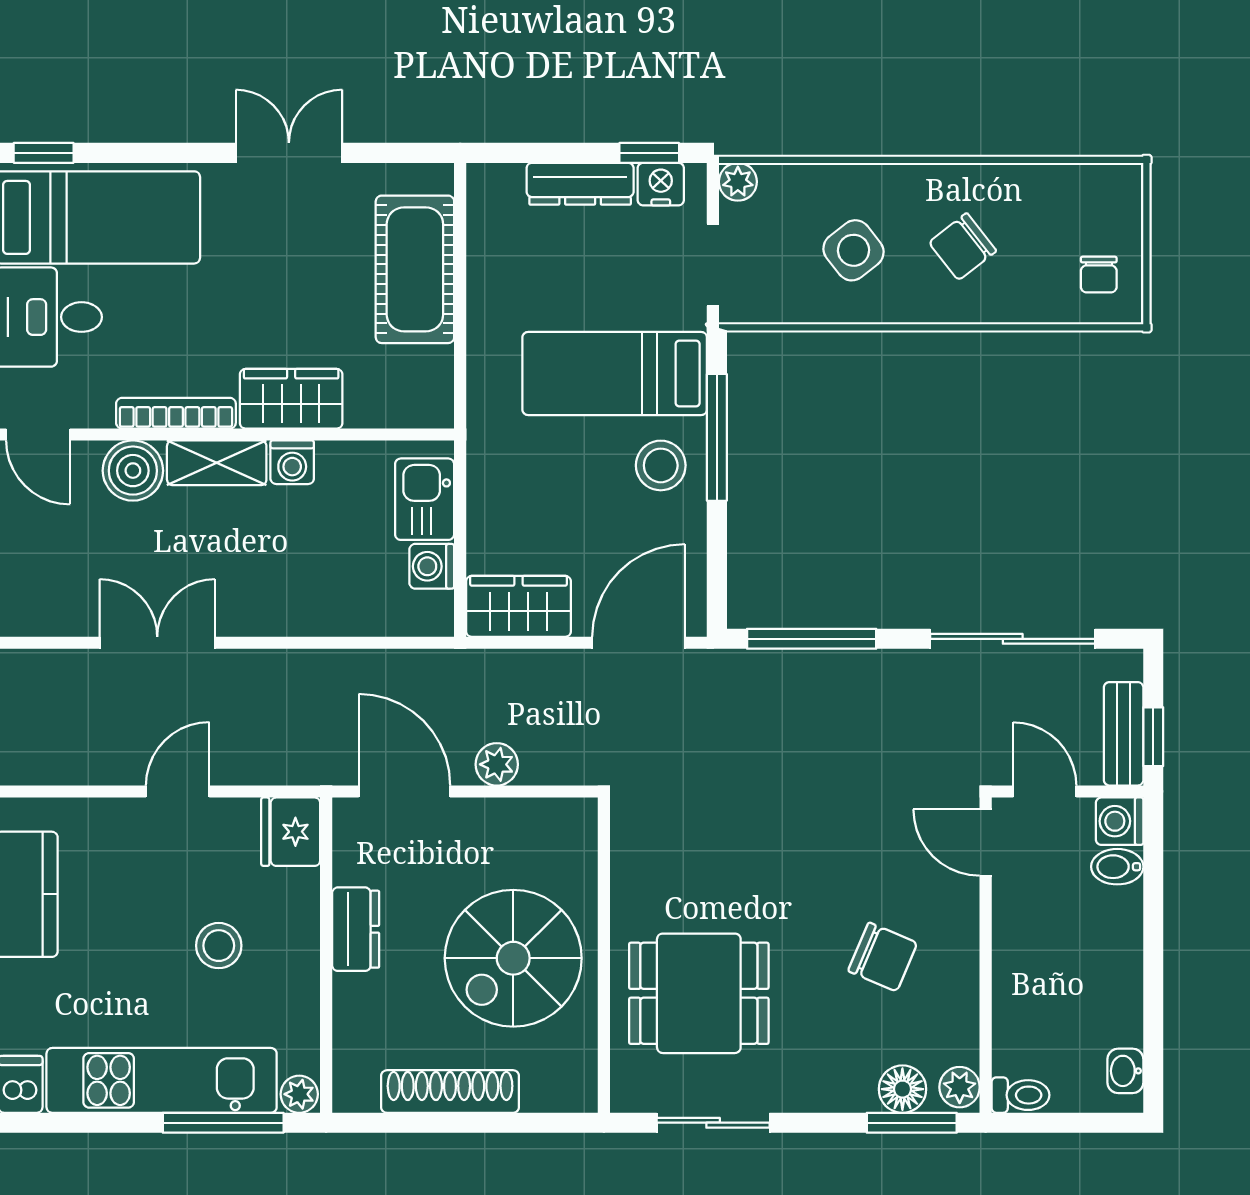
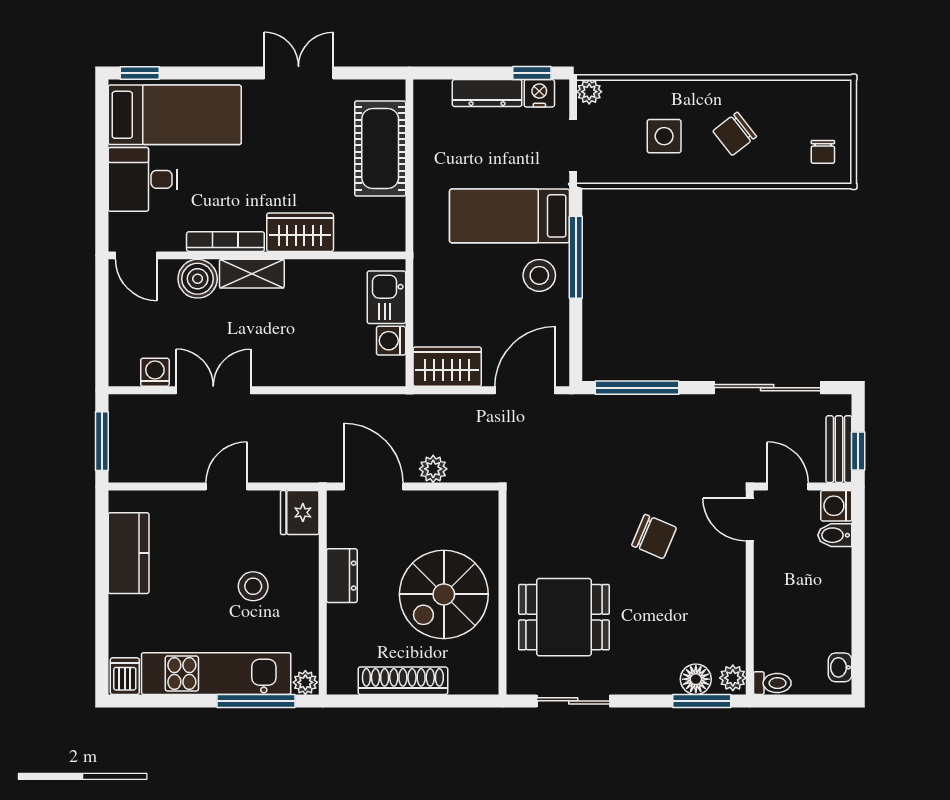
side table: (854, 250) -> (664, 136), turned 38
washing machine: (292, 462) -> (155, 372), moved, turned 180
chair: (883, 957) -> (654, 537), moved

